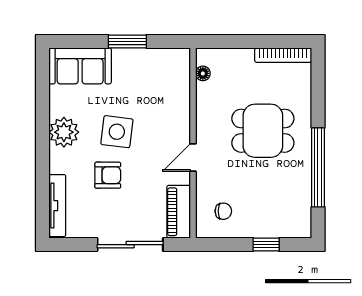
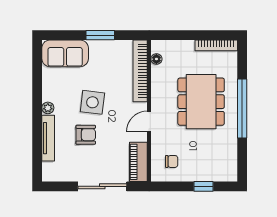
bookcase: (181, 89) -> (140, 71), added
dining table: (263, 131) -> (201, 102), width x1.38
plant: (64, 132) -> (48, 108), width x0.53, depth x0.53
window: (318, 167) -> (242, 108), moved
tv unit: (57, 206) -> (48, 138), moved

